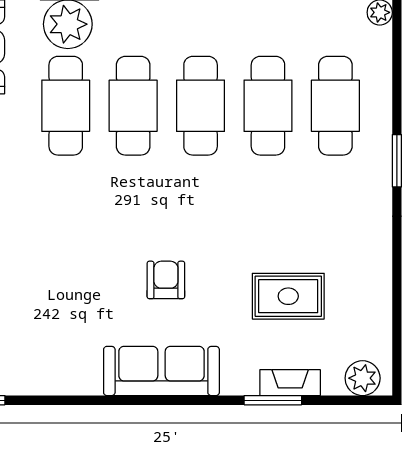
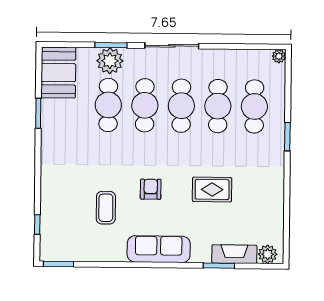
armchair: (166, 280) -> (151, 189), moved
coffee table: (63, 295) -> (106, 208), added
rug: (288, 296) -> (212, 189), moved
fireplace: (290, 383) -> (234, 254), width x1.37, depth x1.32

